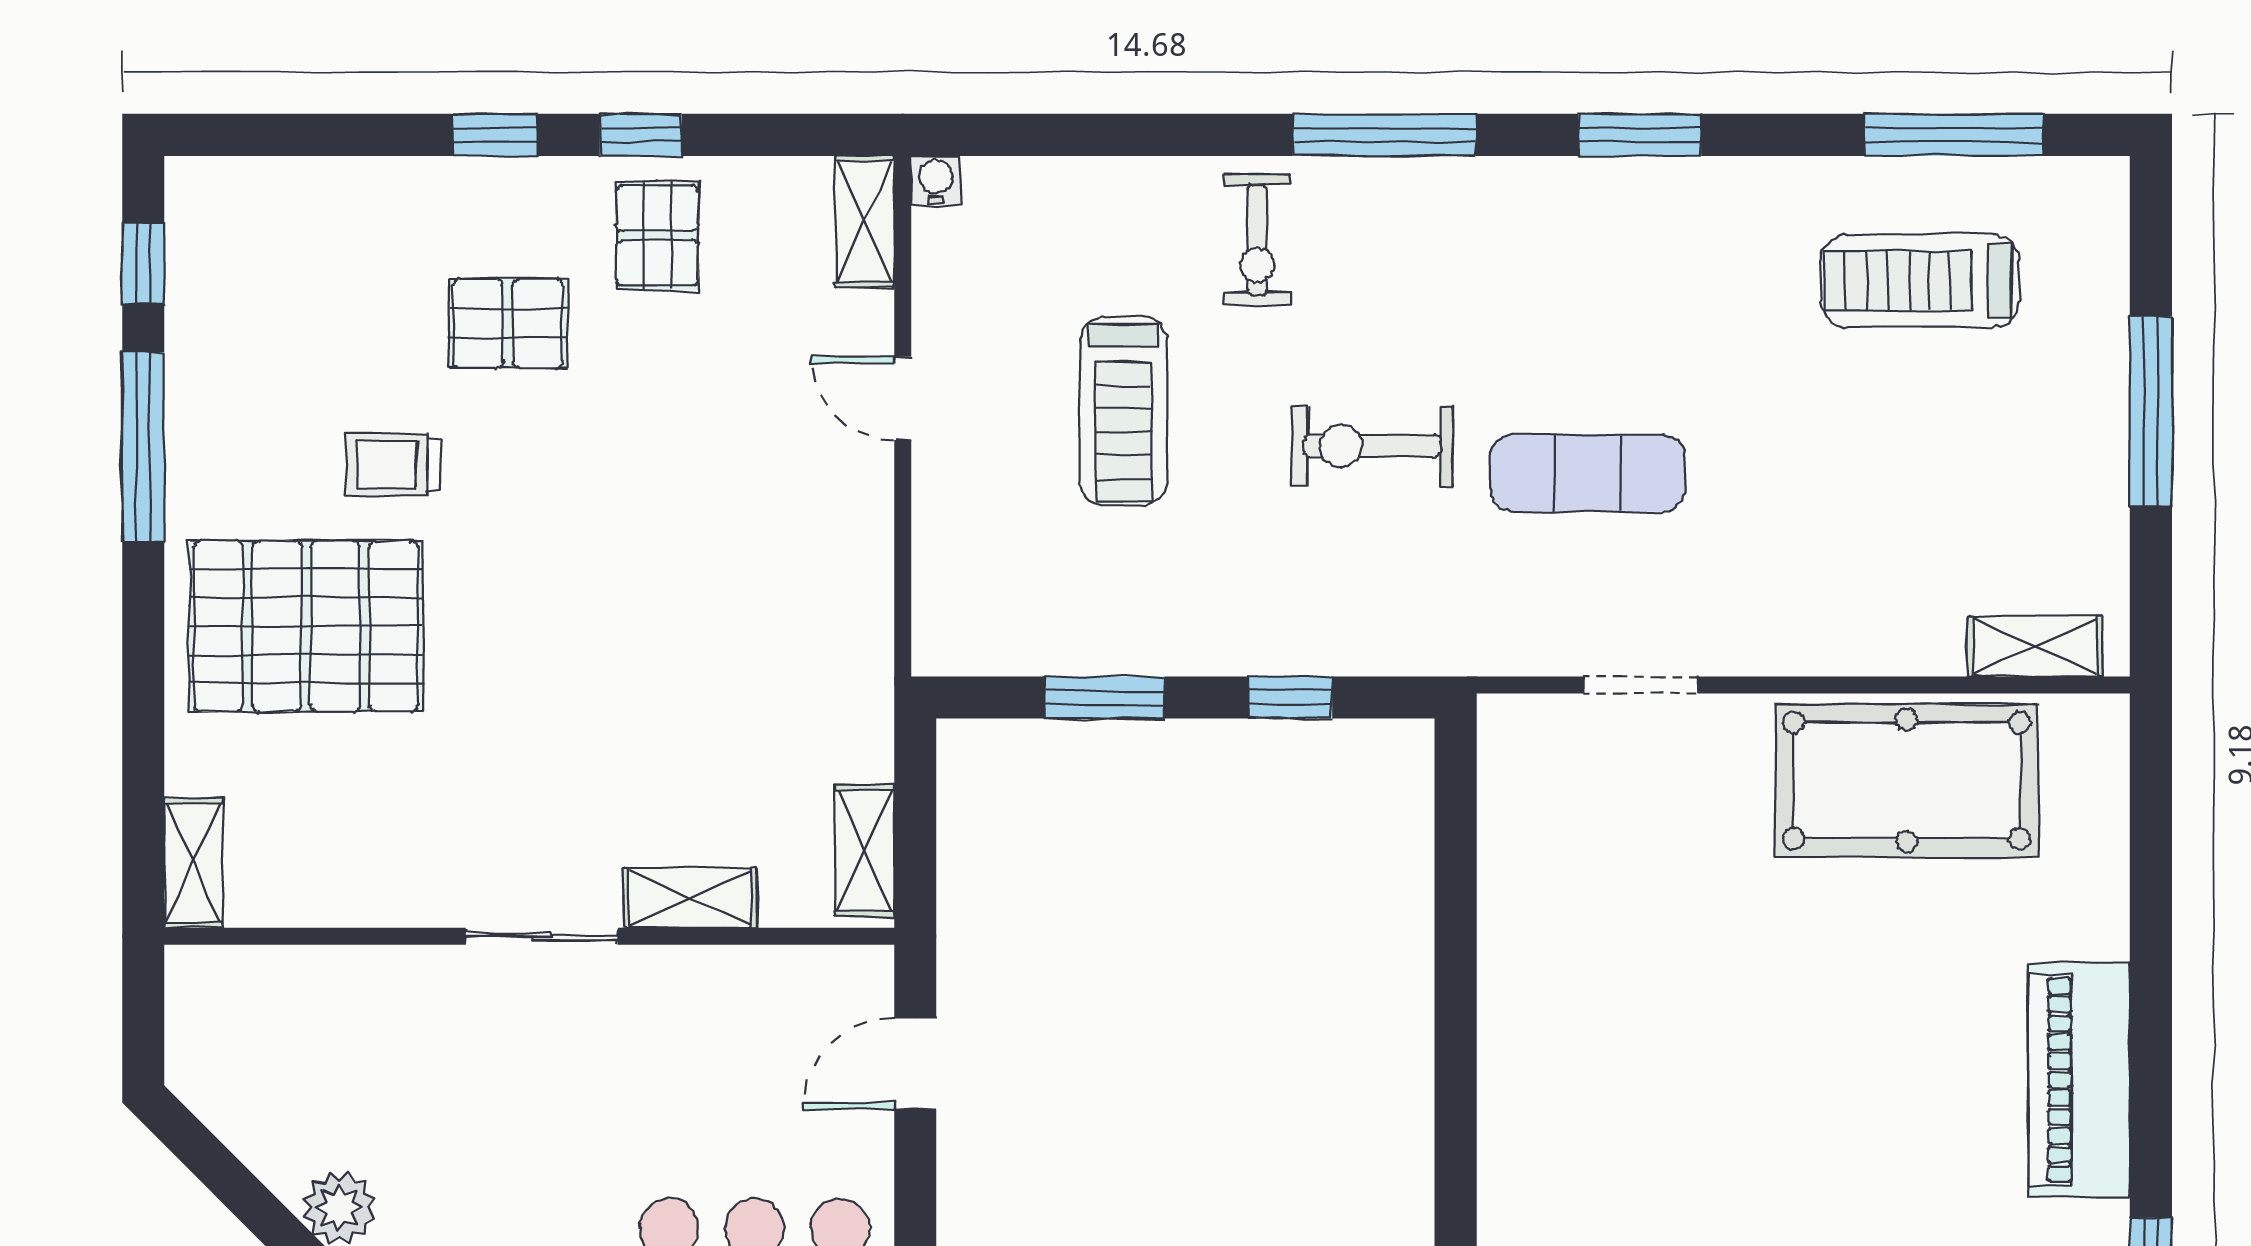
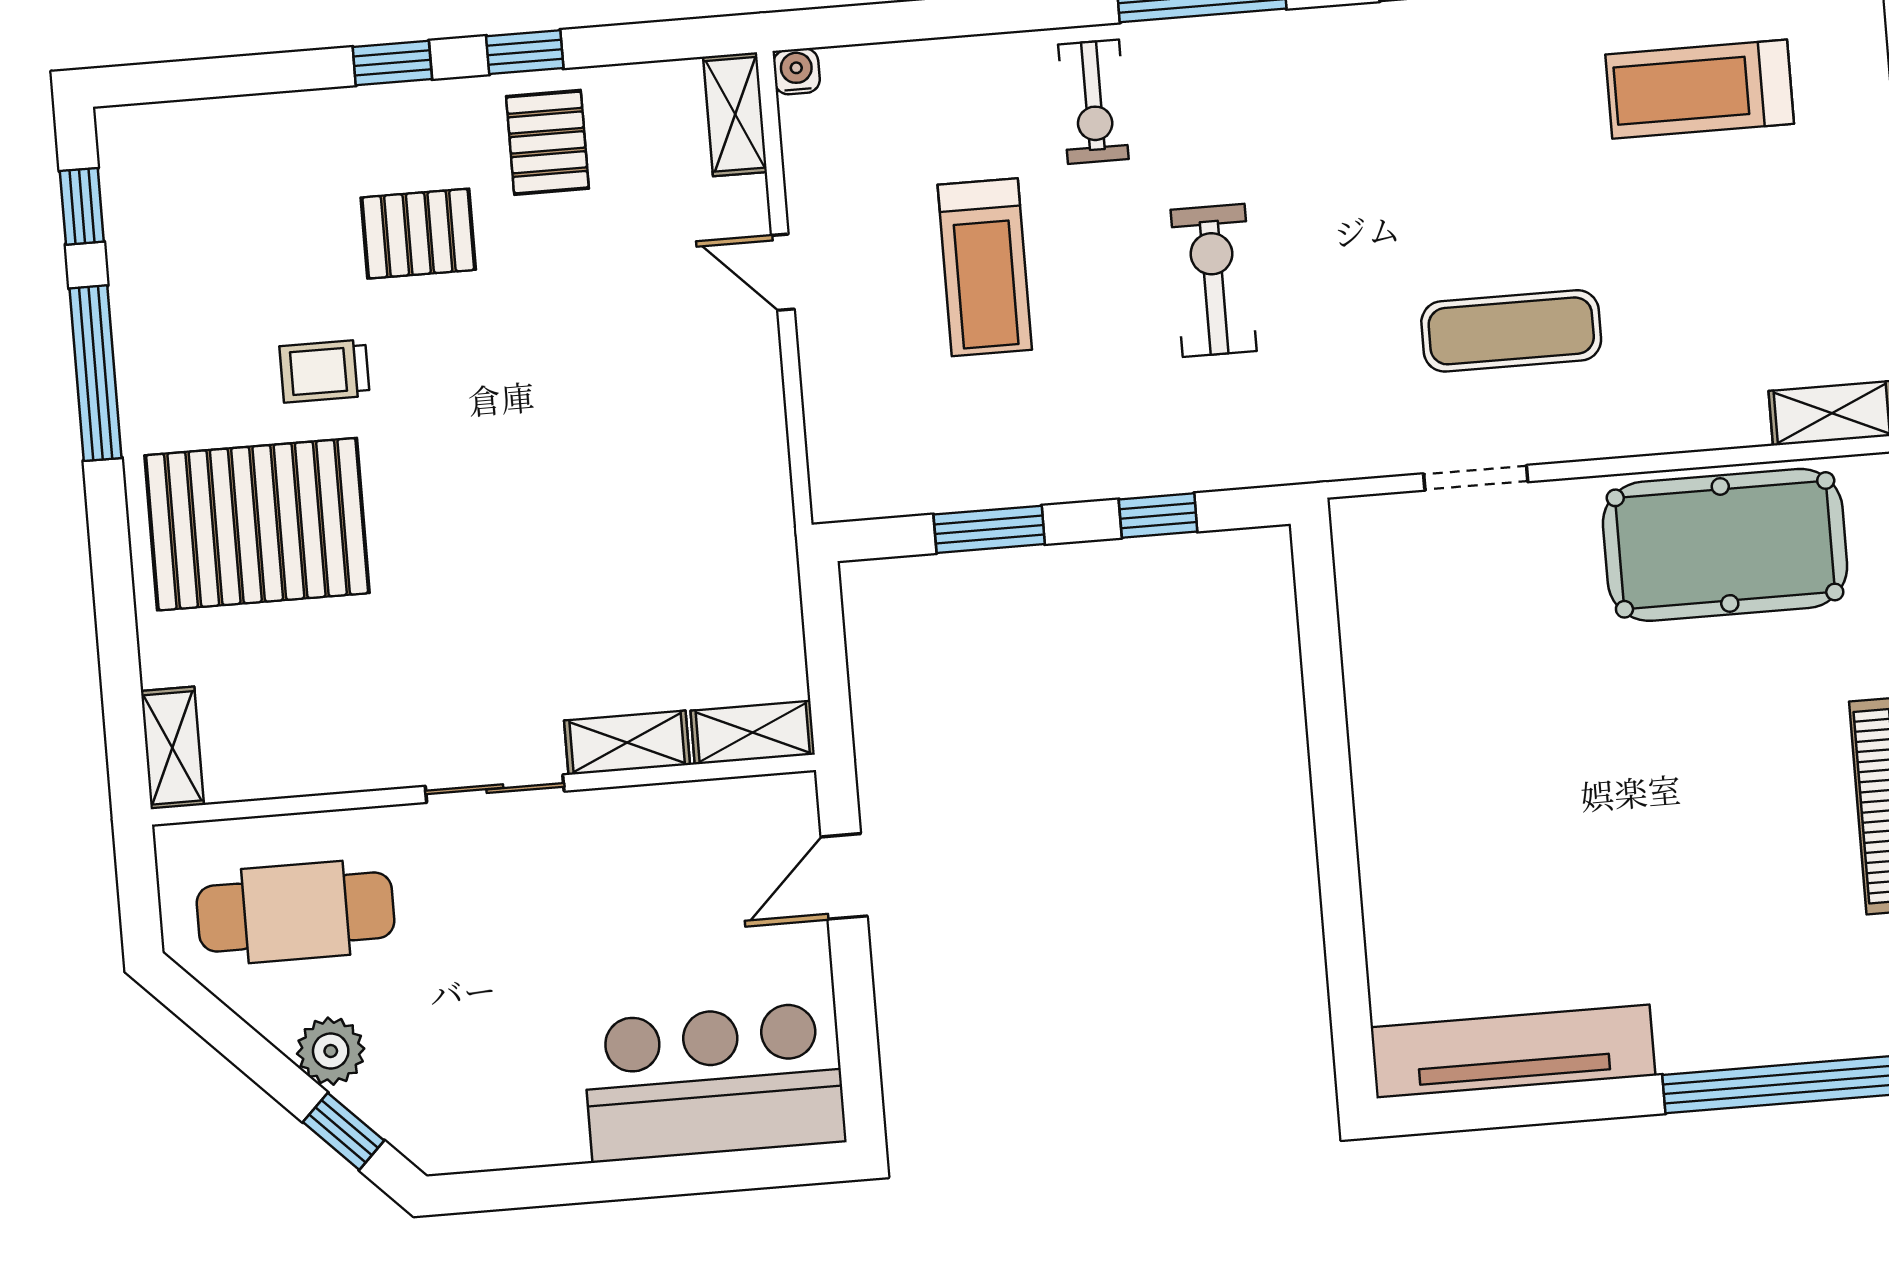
exercise bike: (1372, 446) -> (1214, 280), turned 90
exercise mat: (1588, 473) -> (1511, 331), moved
shelving: (865, 851) -> (753, 733), moved, turned 90
cafe table: (313, 1053) -> (296, 912), added

